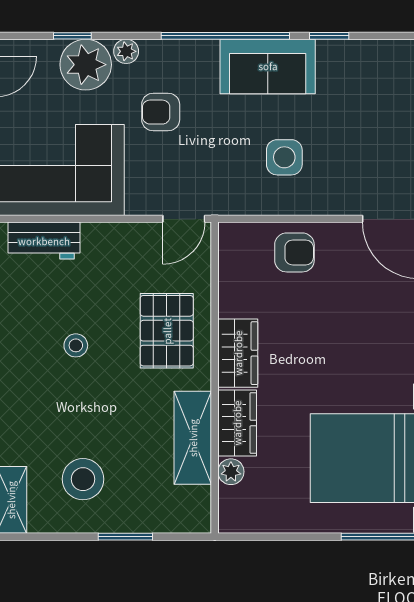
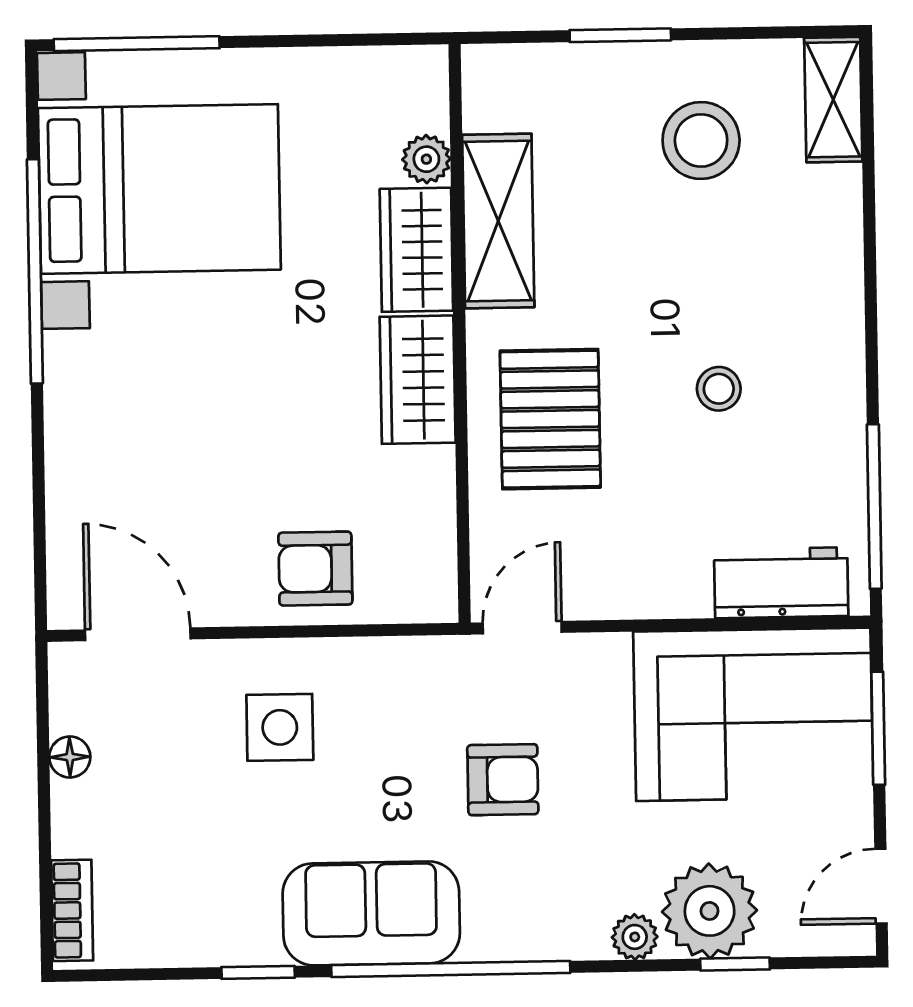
armchair: (161, 112) -> (503, 780), moved
side table: (284, 157) -> (280, 727), moved

